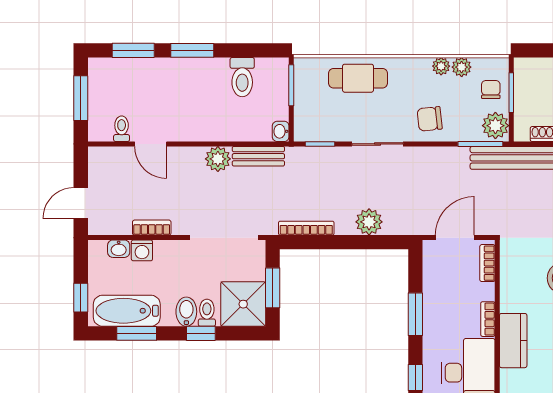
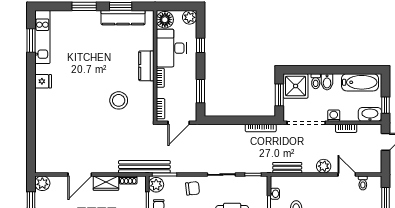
washbasin: (281, 131) -> (275, 194), moved
plant: (218, 159) -> (324, 166), moved
plant: (369, 222) -> (226, 131), removed
washbasin: (119, 249) -> (370, 114), width x1.91, depth x1.45
washing machine: (142, 250) -> (334, 116), moved
window: (81, 298) -> (385, 105), moved
window: (415, 314) -> (200, 91), moved
window: (137, 333) -> (355, 70), removed
window: (201, 333) -> (319, 70), removed

